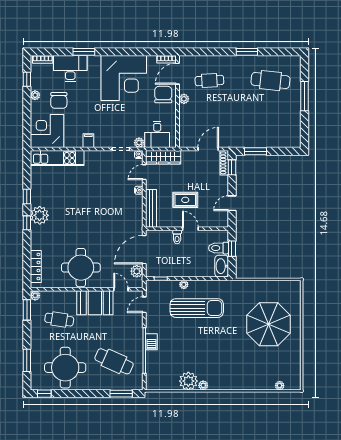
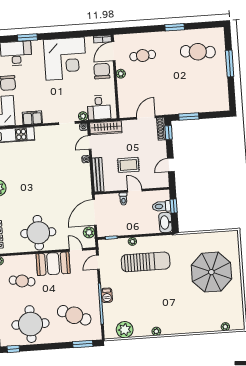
filing cabinet: (88, 141) -> (32, 118), width x2.00
plant: (188, 381) -> (125, 330), moved

